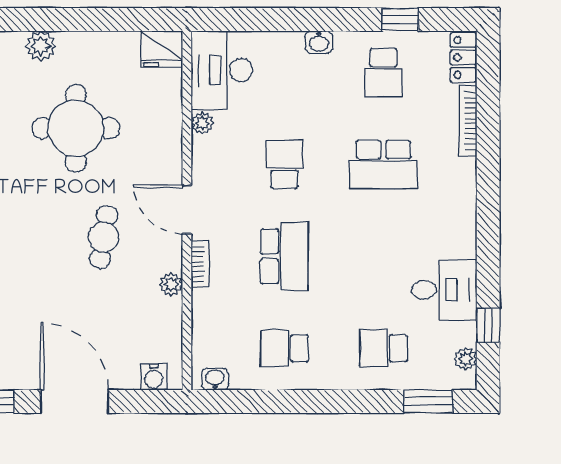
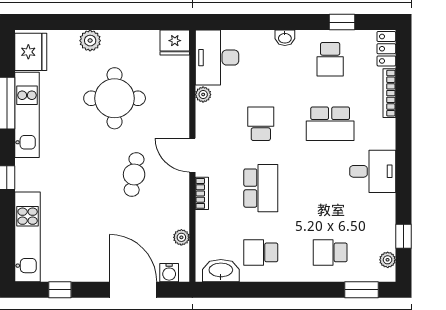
plant: (171, 284) -> (181, 237), moved
desk: (444, 290) -> (373, 171), moved
washbasin: (215, 379) -> (221, 271), width x1.91, depth x1.45
door: (75, 401) -> (133, 290), moved

